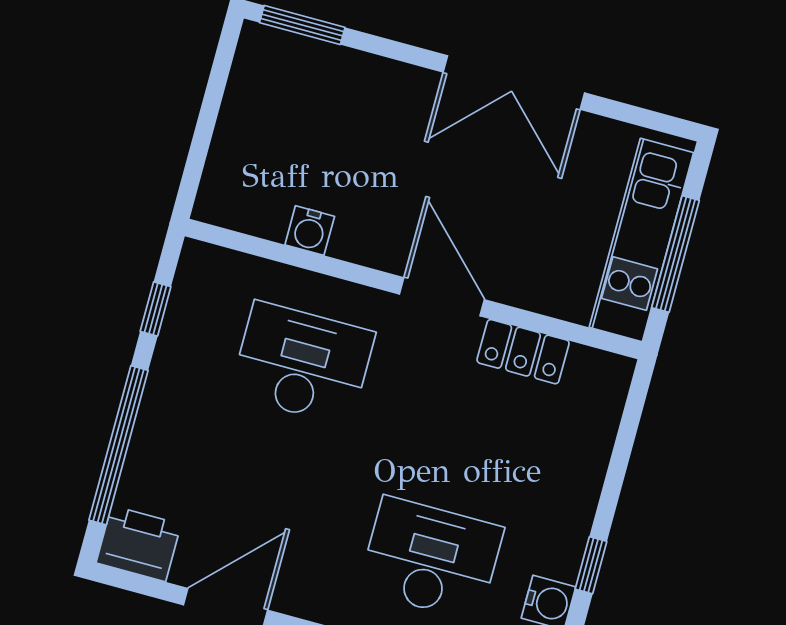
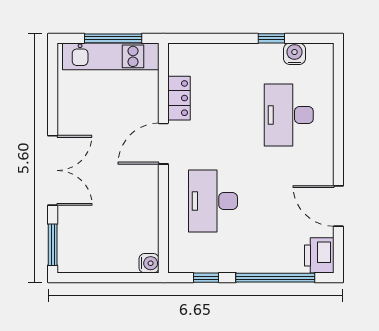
double door: (514, 83) -> (53, 170), moved
water cooler: (310, 231) -> (149, 263), moved

